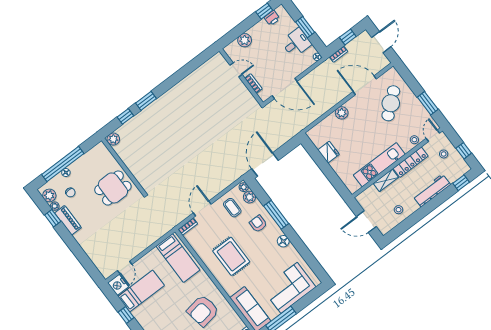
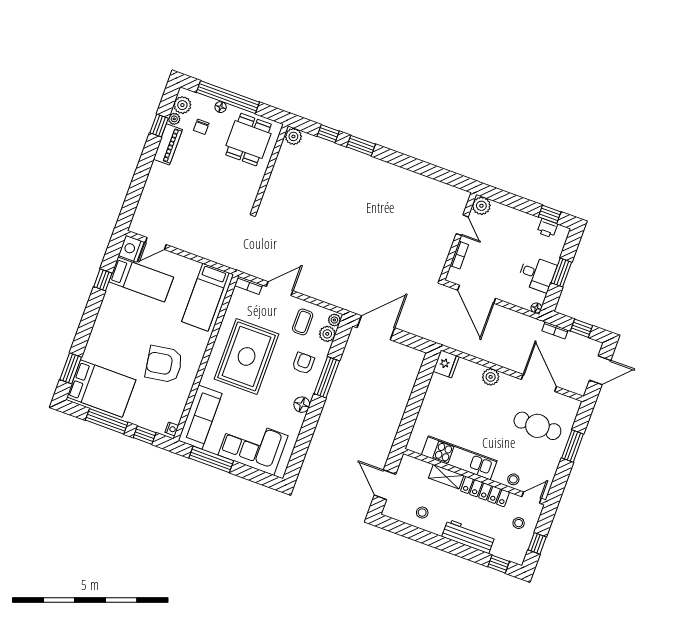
plant: (245, 40) -> (481, 206), moved
cafe table: (391, 103) -> (537, 426), turned 40
window: (428, 103) -> (573, 446), moved
fridge: (329, 152) -> (446, 364), moved
dining table: (113, 188) -> (249, 140), moved, turned 90
rug: (231, 256) -> (247, 356), width x1.37, depth x1.44

